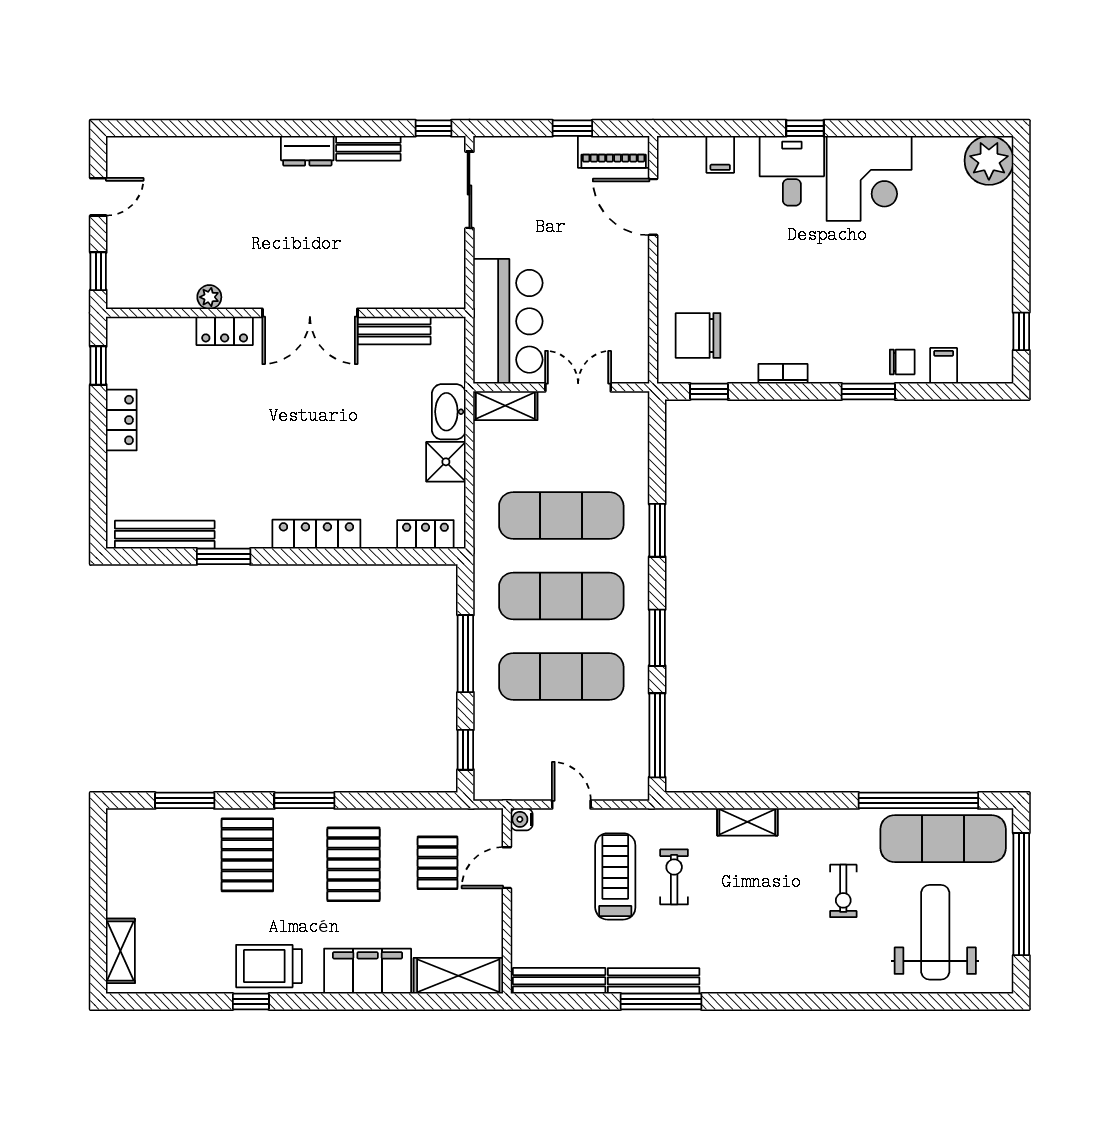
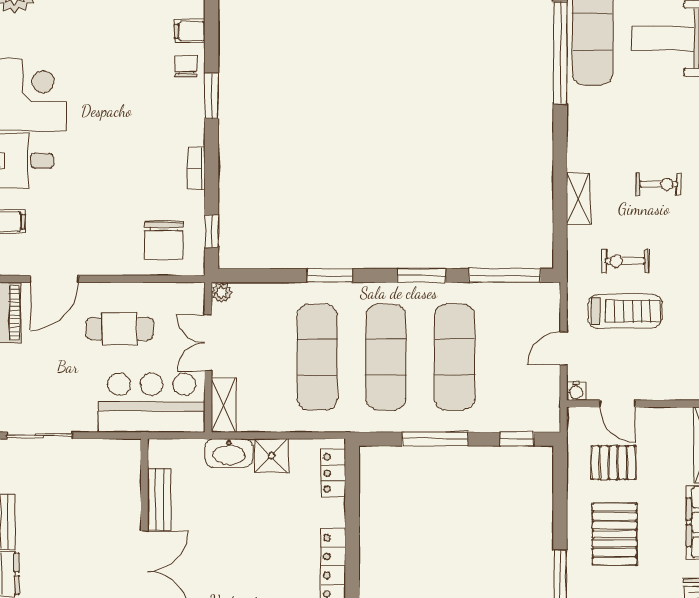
cafe table: (595, 284) -> (120, 329), added
plant: (637, 403) -> (222, 292), added
pallet: (354, 864) -> (615, 534), turned 90
treadmill: (615, 876) -> (625, 311), turned 180
exercise bike: (843, 891) -> (658, 184), moved

